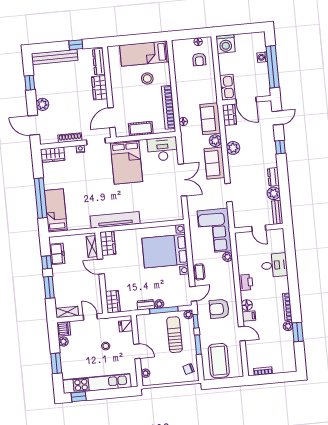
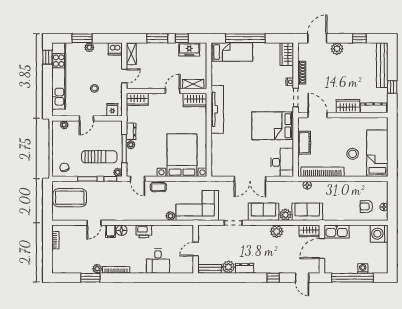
armchair: (219, 309) -> (120, 203), removed
plant: (63, 342) -> (89, 47), moved

